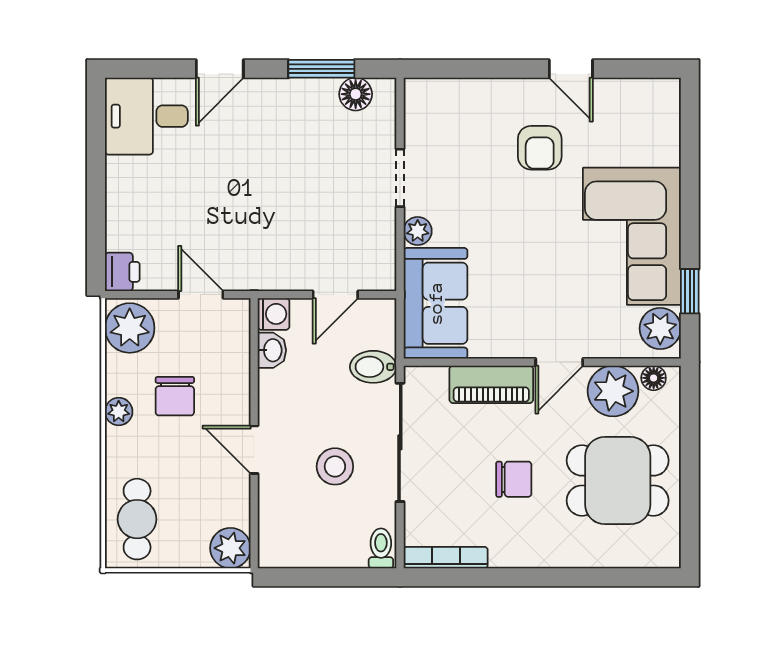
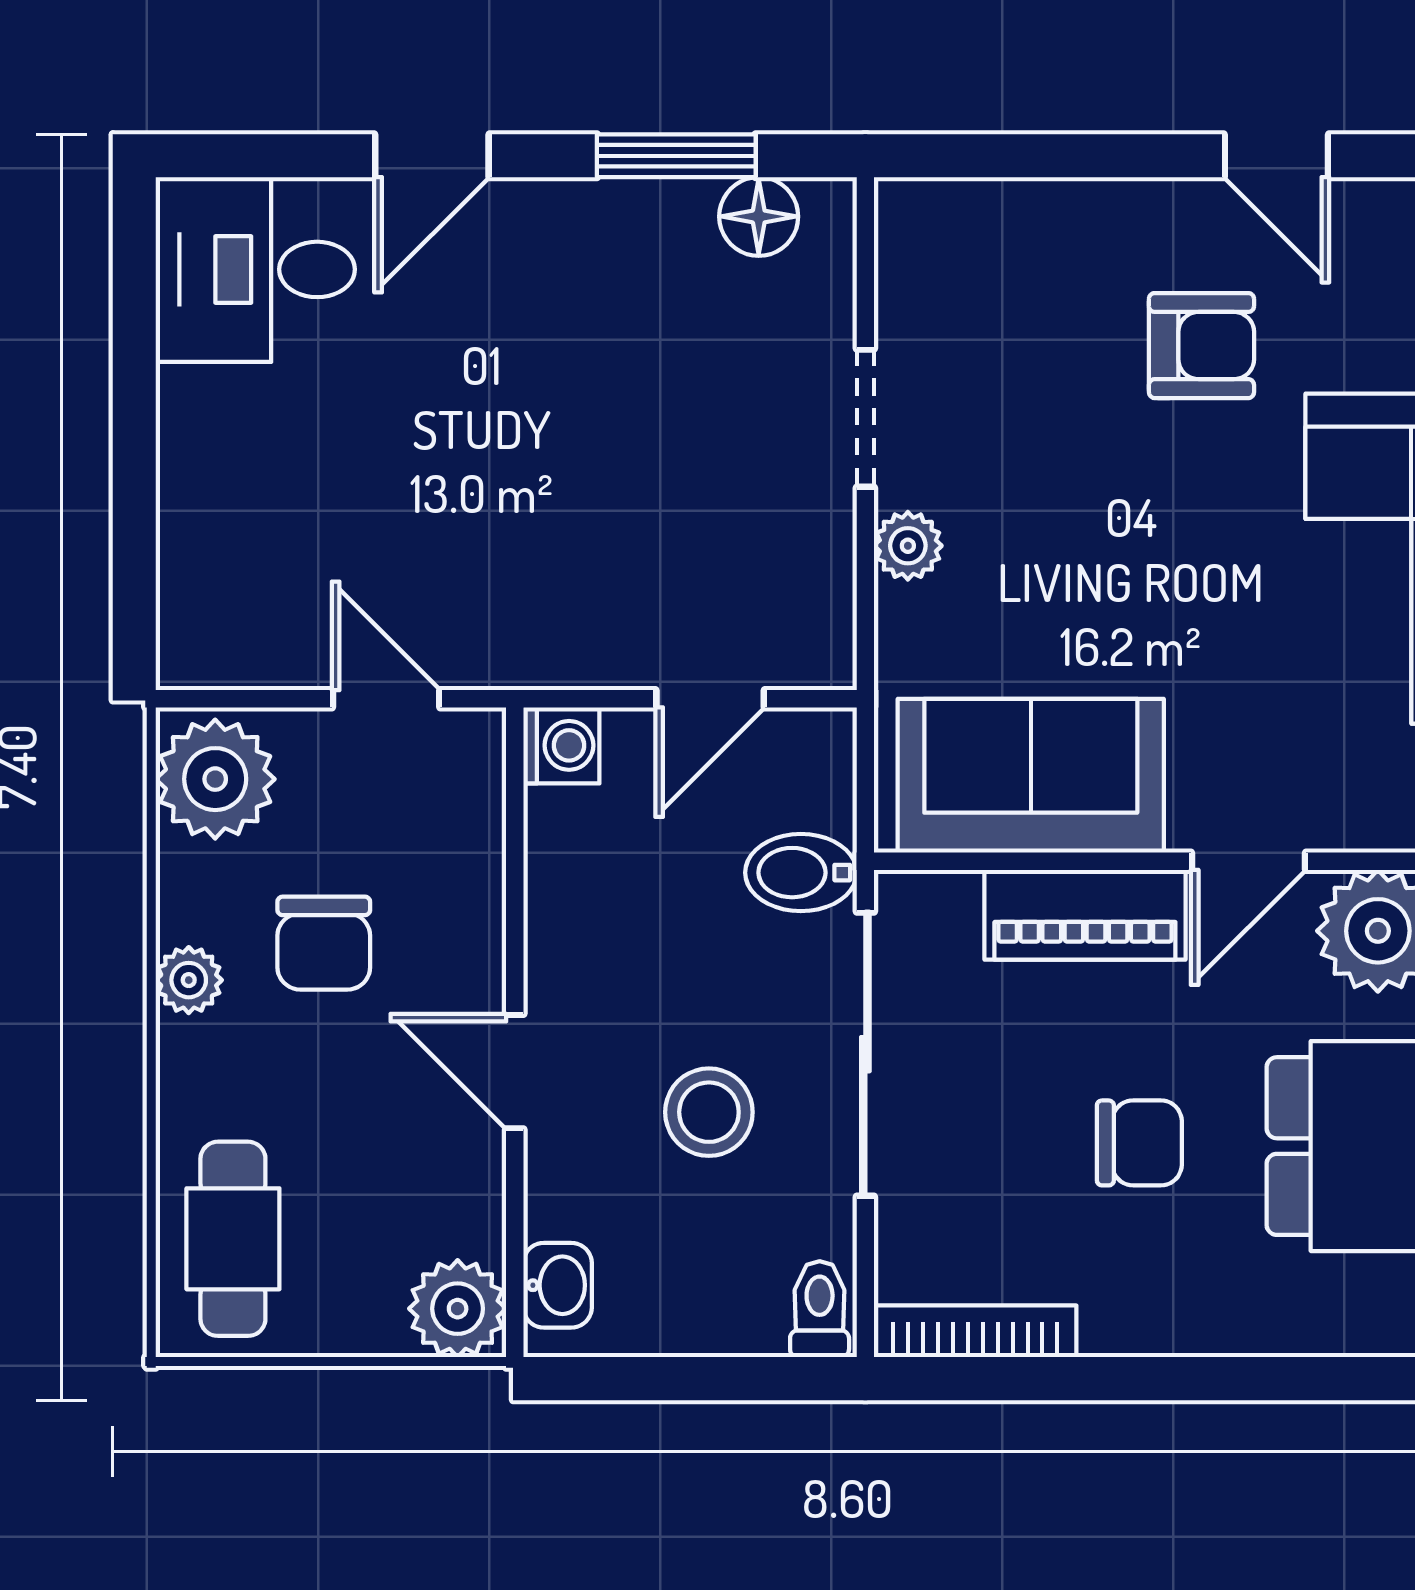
armchair: (540, 148) -> (1201, 346), turned -90
printer: (122, 272) -> (197, 644), removed
sofa: (436, 303) -> (1031, 776), moved, turned -90
washbasin: (272, 350) -> (558, 1285), moved

